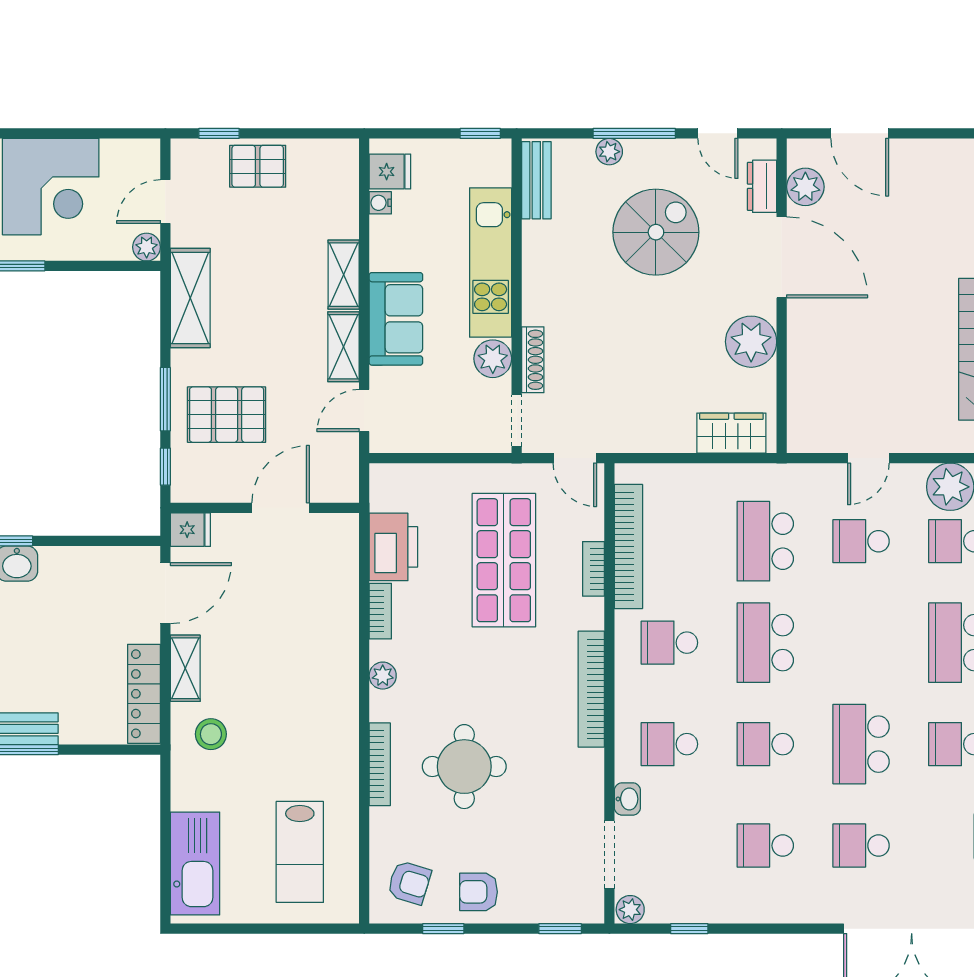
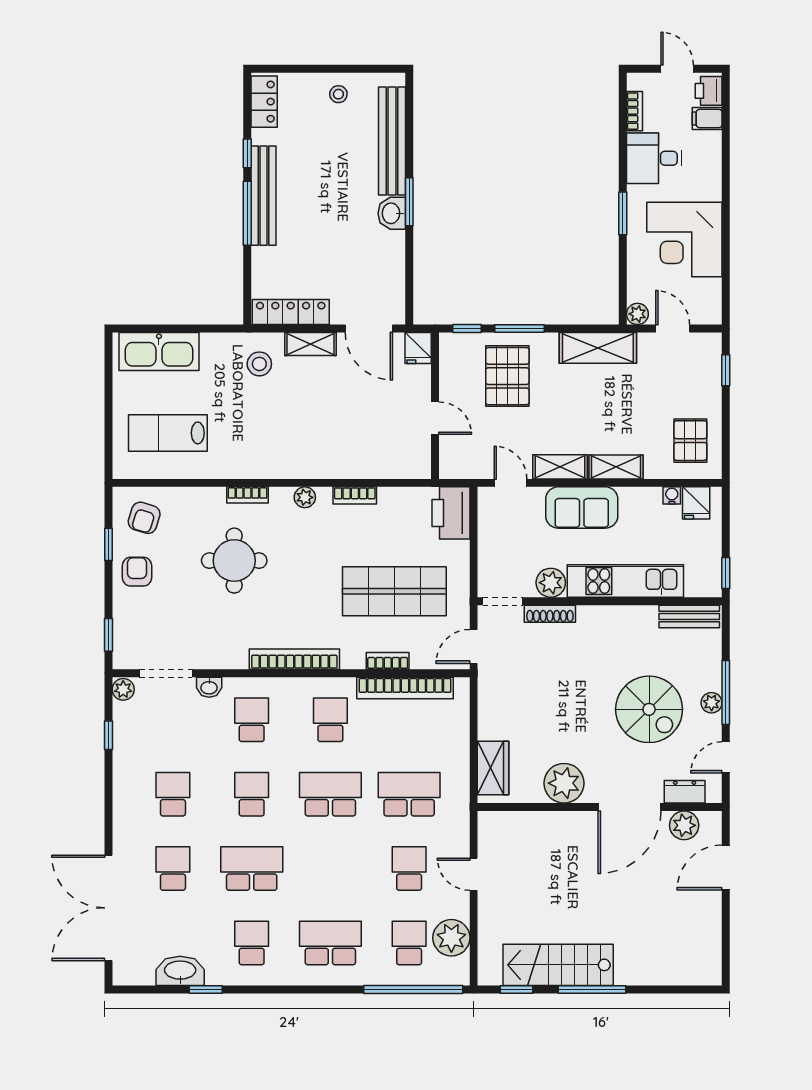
plant: (609, 152) -> (712, 703), moved
pallet: (258, 166) -> (690, 441), moved
door: (281, 508) -> (435, 418), width x0.73
printer: (393, 547) -> (451, 513), moved, turned 90
bookcase: (380, 764) -> (247, 495), width x0.64

